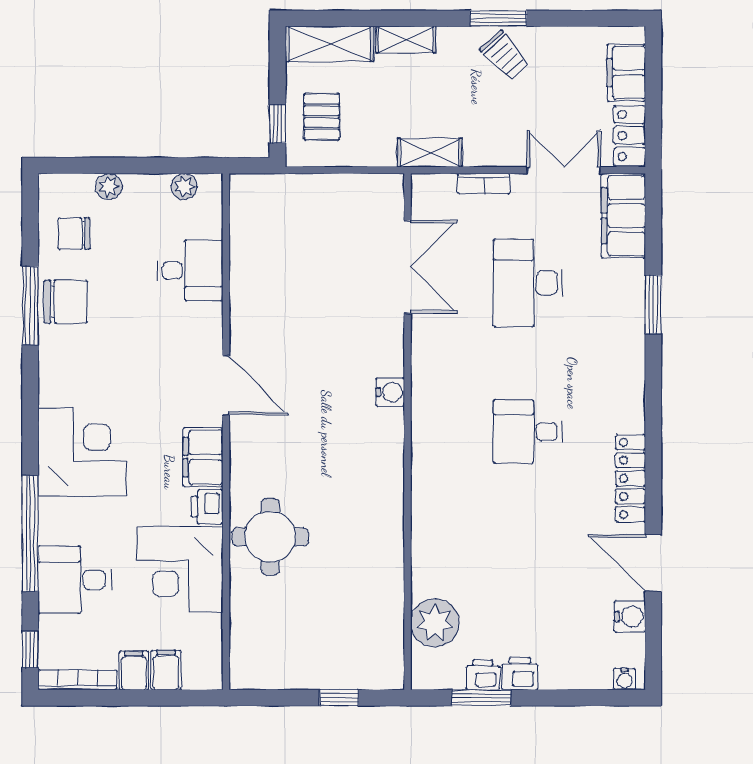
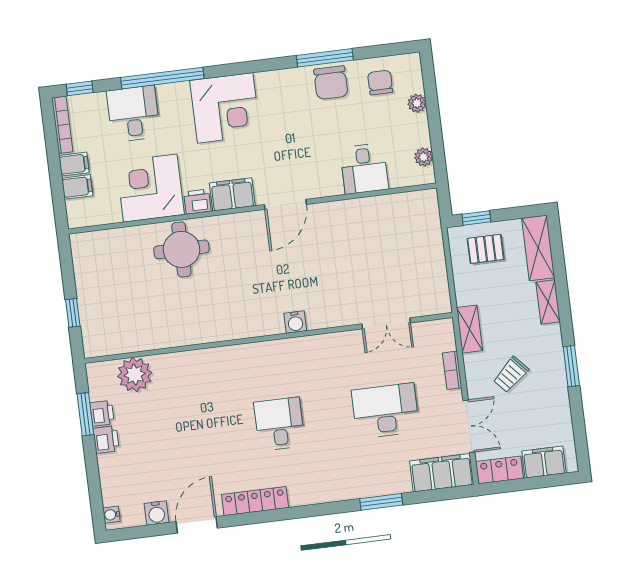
trolley: (505, 56) -> (511, 375), moved
double door: (407, 267) -> (386, 323), width x0.73

